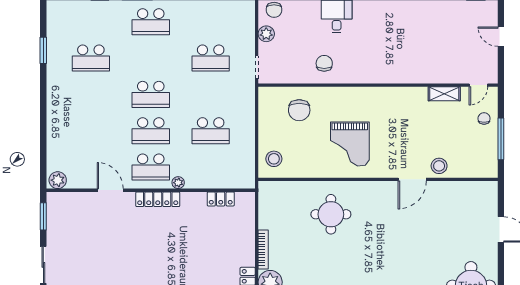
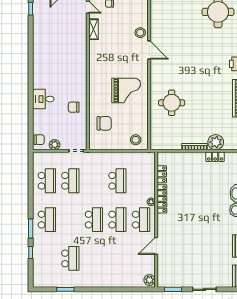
school desk: (211, 22) -> (47, 181), added
locker: (158, 199) -> (162, 199), moved

